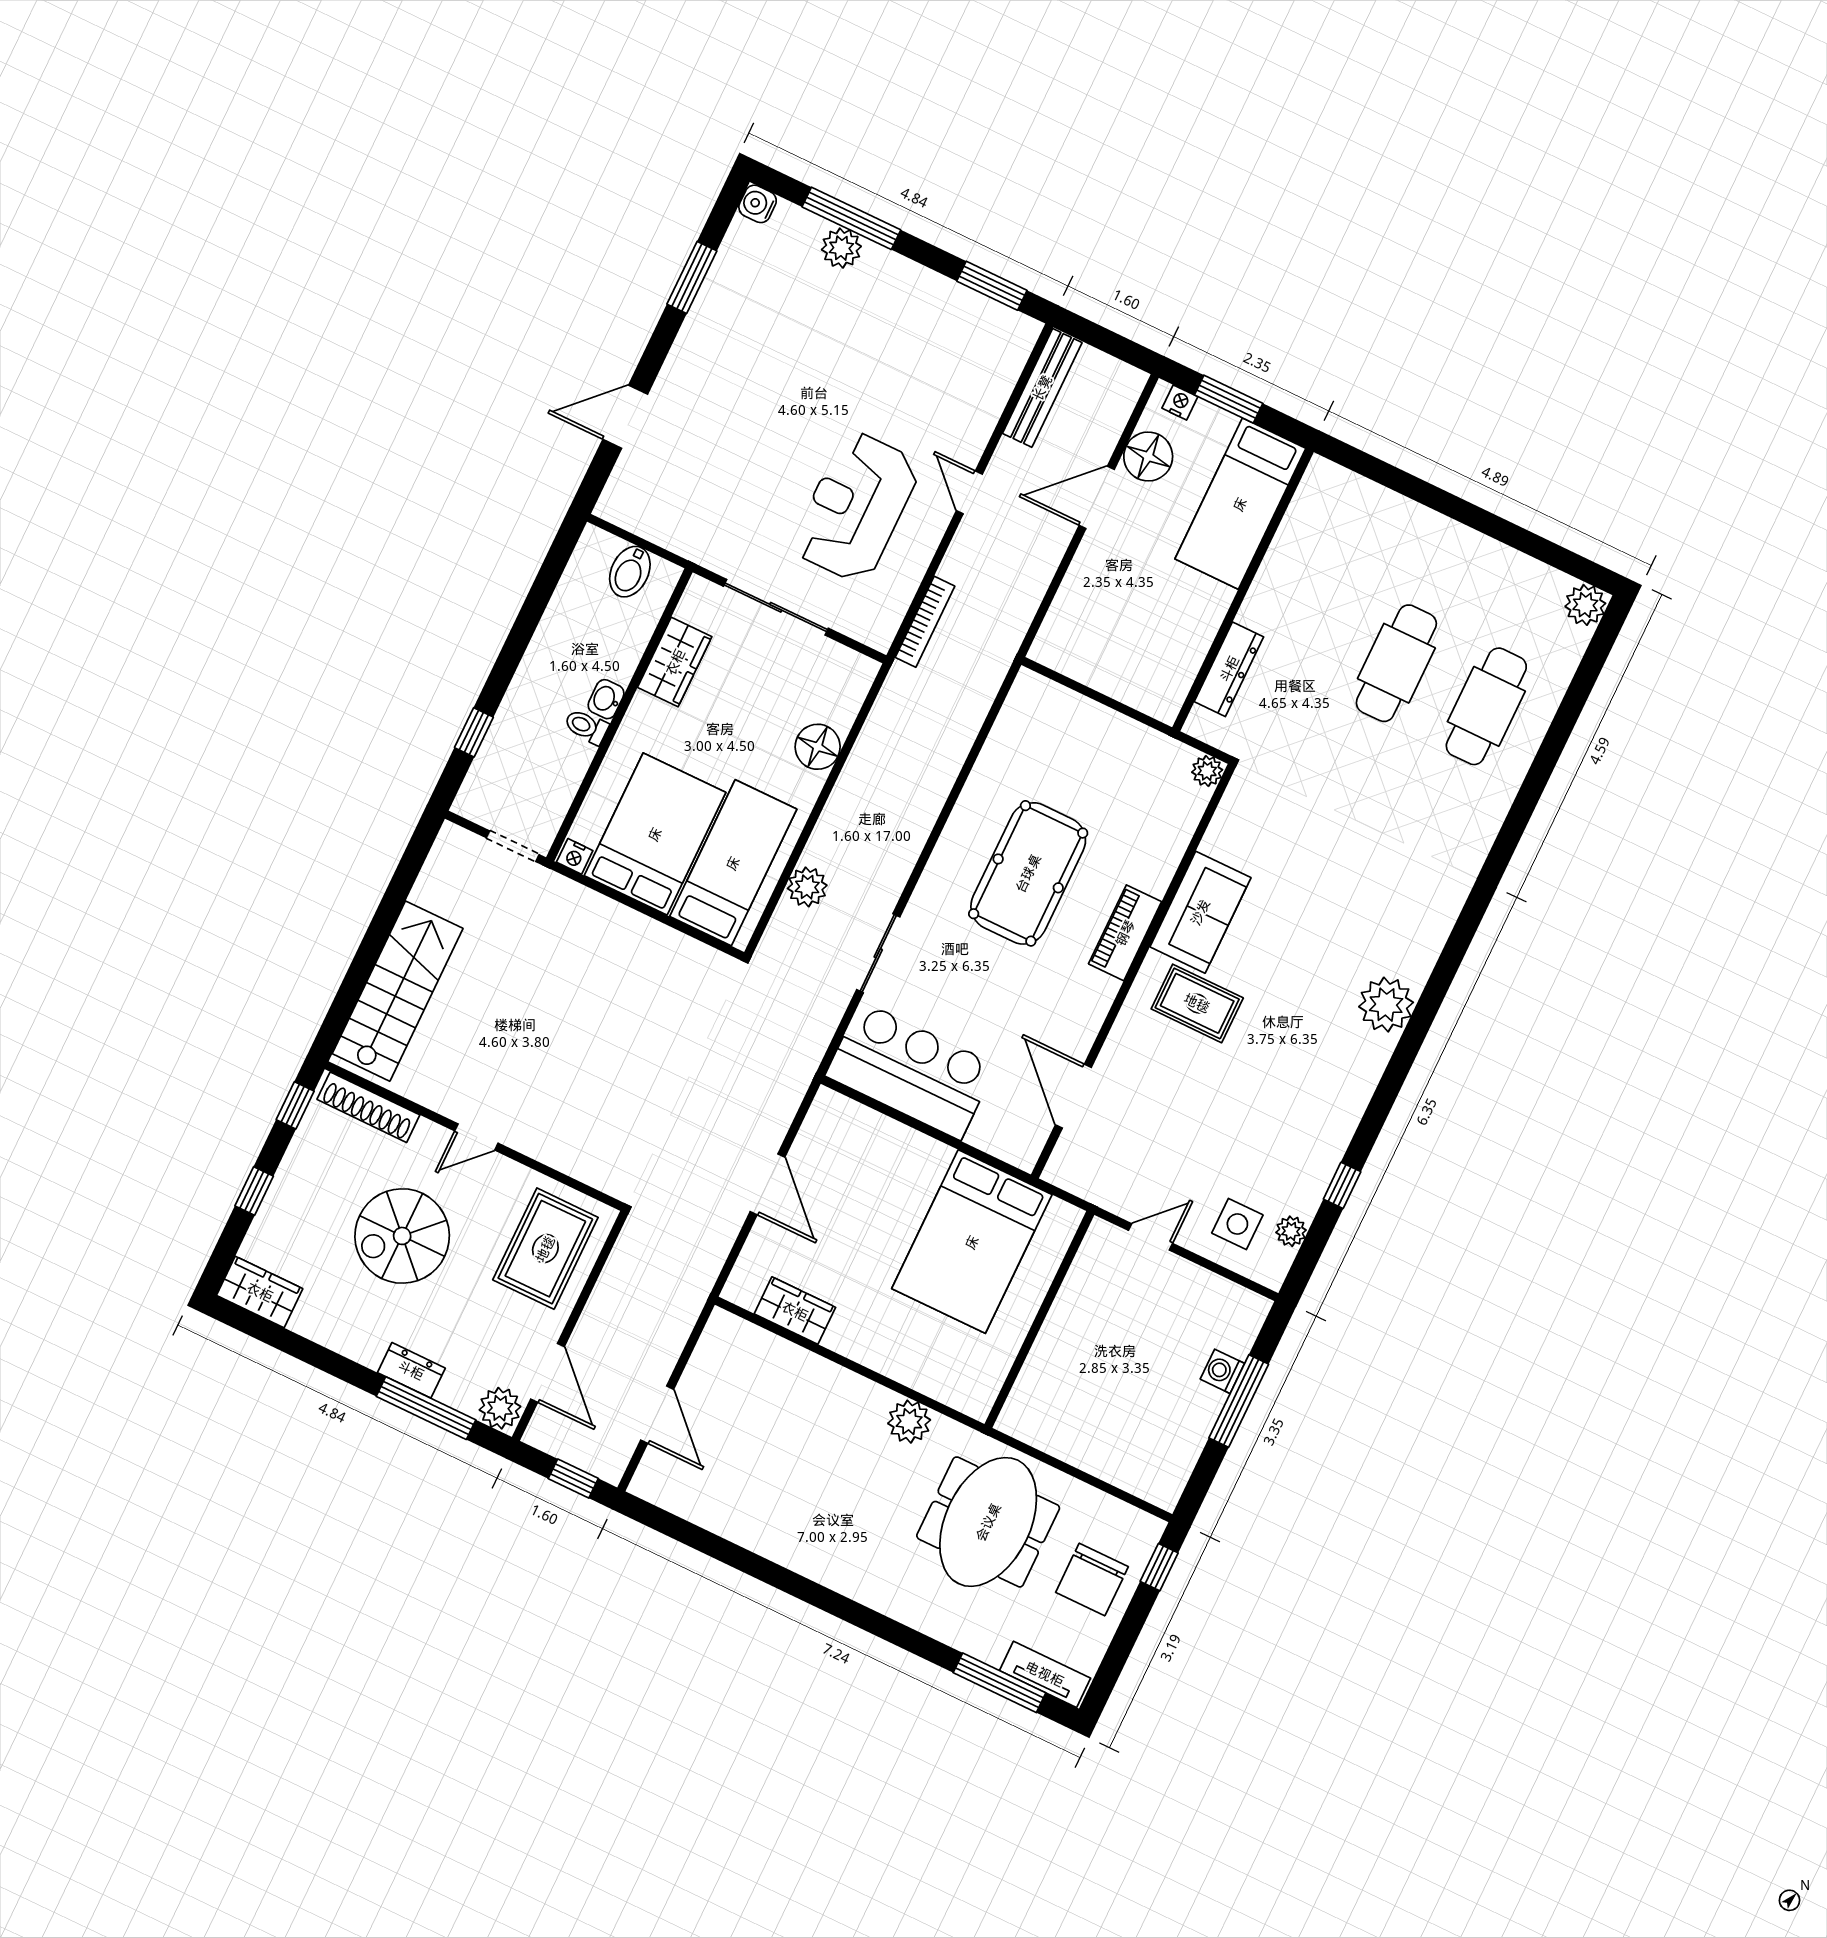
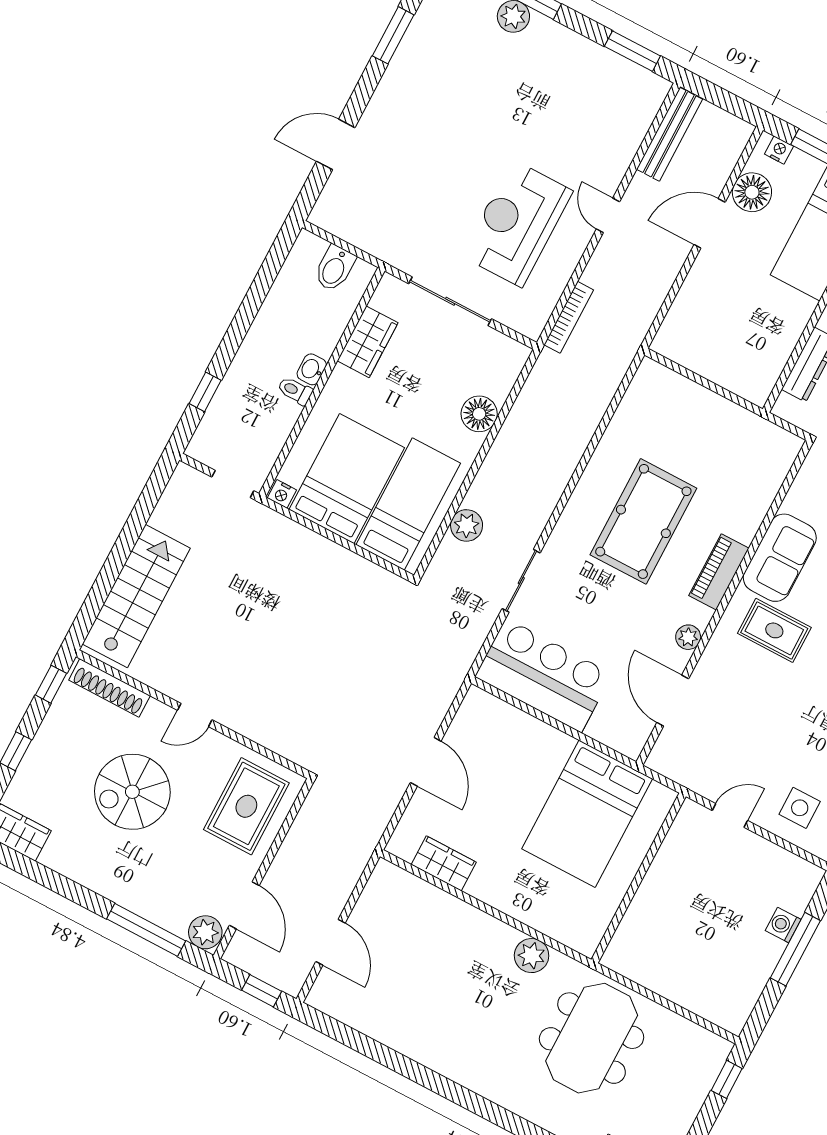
plant: (1207, 771) -> (688, 637), moved
dresser: (411, 1370) -> (136, 899), removed
chair: (1092, 1580) -> (673, 1087), removed

